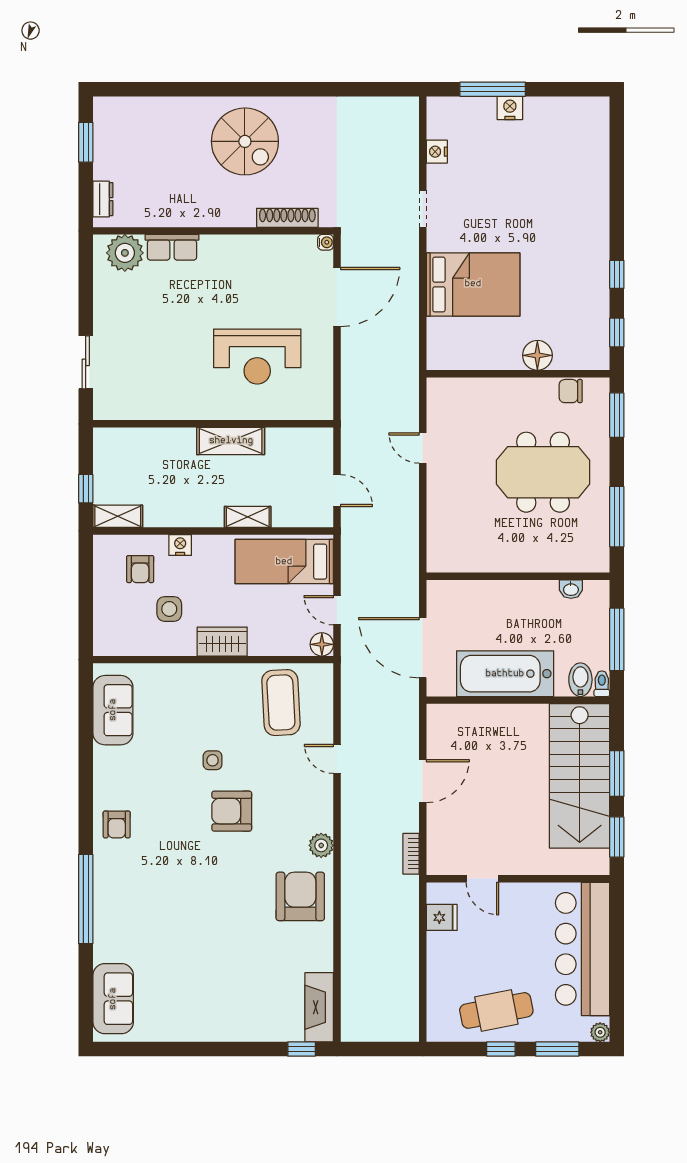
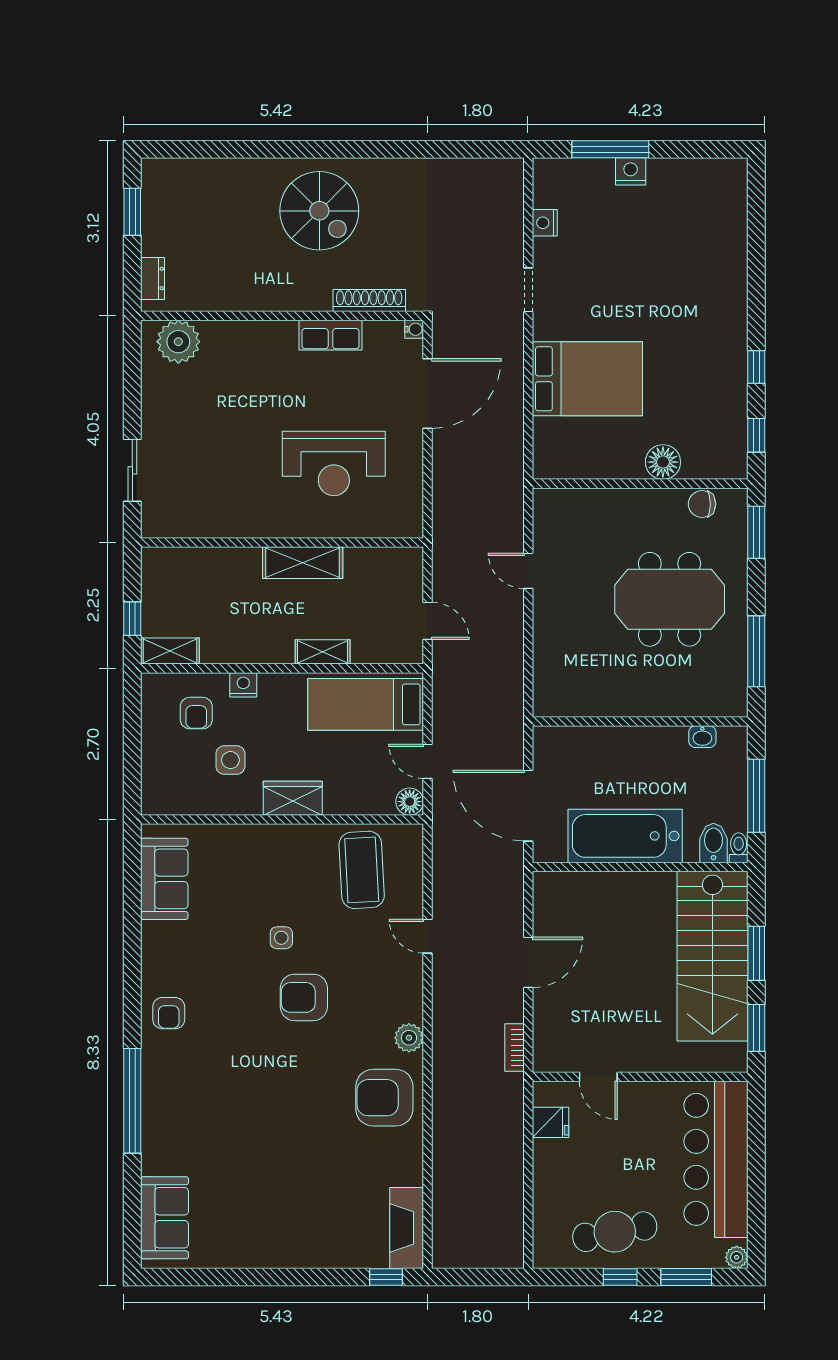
row of seats: (172, 247) -> (330, 335), moved
armchair: (300, 896) -> (384, 1098), turned -90

